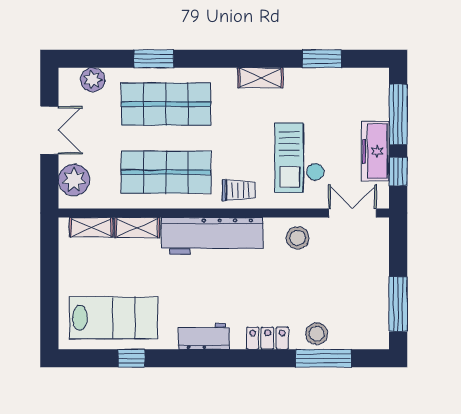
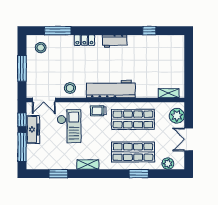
shelving: (137, 228) -> (147, 93), removed
window: (398, 304) -> (22, 68), moved
lab bench: (114, 318) -> (158, 50), removed
stool: (317, 334) -> (41, 48), moved

